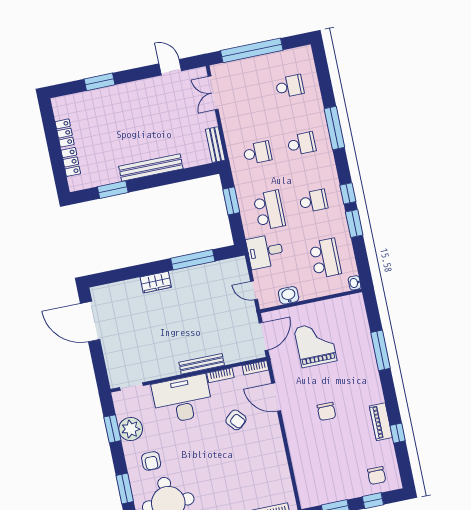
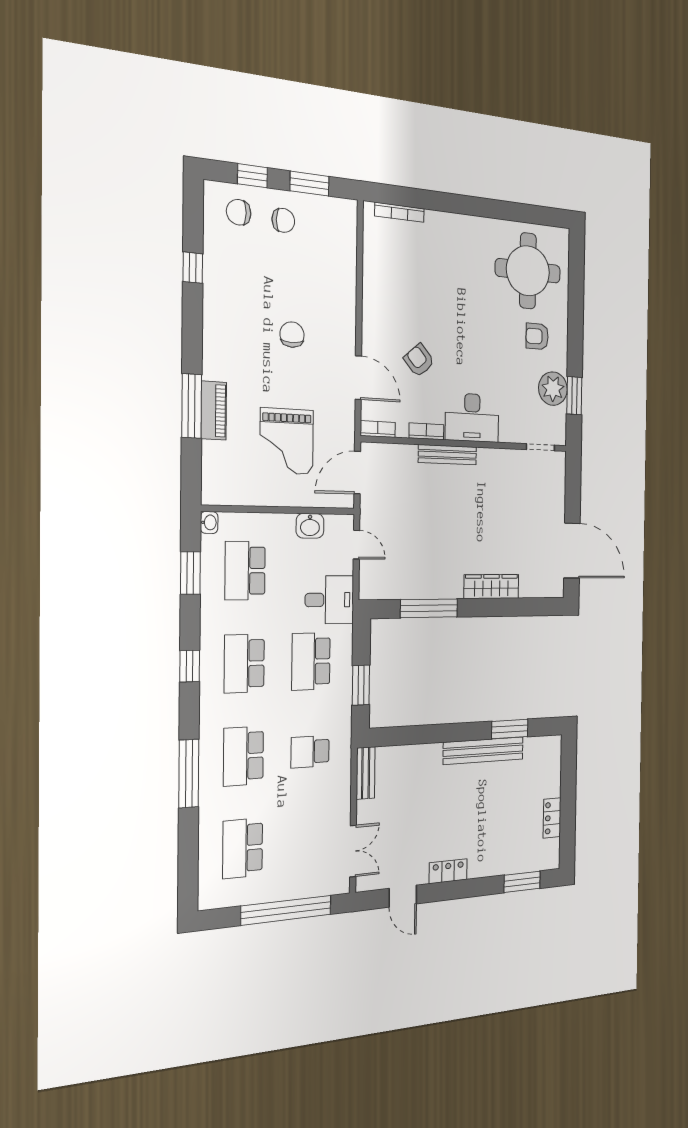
window: (99, 82) -> (522, 882), moved
school desk: (290, 86) -> (243, 848), width x1.85
school desk: (301, 144) -> (243, 756), width x1.85
locker: (71, 162) -> (448, 871), moved, turned 90
bench: (151, 168) -> (483, 751), moved
school desk: (313, 201) -> (244, 664), width x1.85
window: (354, 223) -> (190, 573), moved
wardrobe: (156, 282) -> (491, 587), width x1.50
desk: (182, 399) -> (472, 418), width x0.73, depth x0.77
piano: (381, 422) -> (214, 411), moved
armchair: (151, 461) -> (537, 336), turned -90
chair: (377, 476) -> (239, 212), turned -90
chair: (347, 480) -> (283, 220), added
window: (125, 488) -> (576, 309), removed

